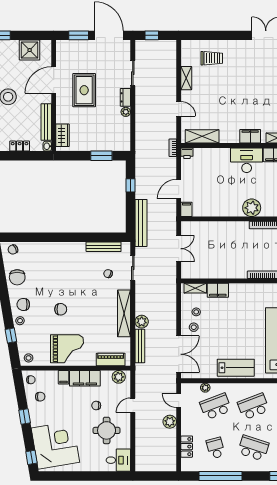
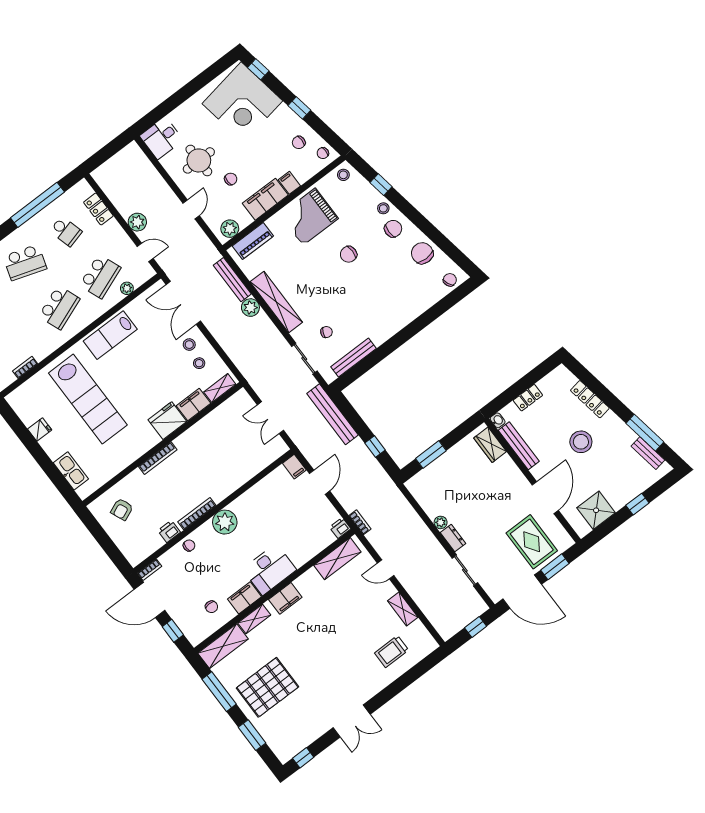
rug: (84, 90) -> (532, 542), moved
fridge: (240, 292) -> (167, 421), added

